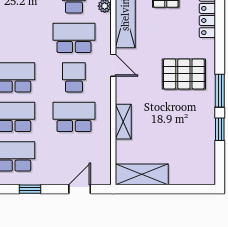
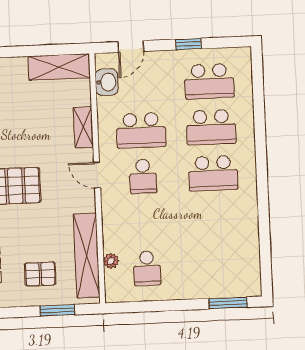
school desk: (74, 38) -> (145, 222), removed
door: (113, 65) -> (97, 175), moved
washbasin: (102, 160) -> (107, 82), added

